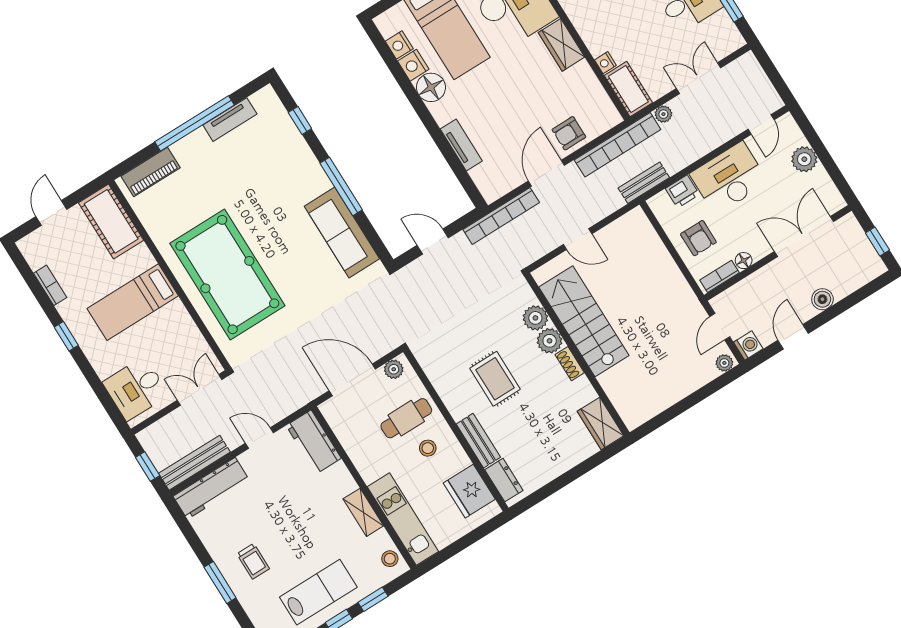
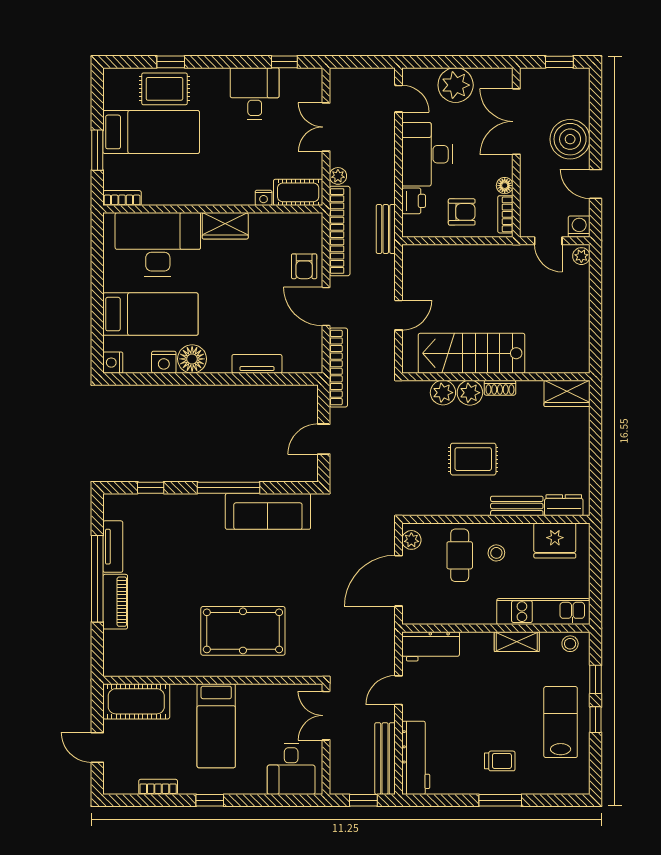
nightstand: (399, 45) -> (113, 363), moved, turned 90
plant: (804, 159) -> (456, 85), width x1.36, depth x1.36
piano: (151, 172) -> (115, 602), moved
pool table: (227, 275) -> (243, 631), width x0.73, depth x0.76
boiler: (822, 299) -> (570, 139), width x1.86, depth x1.86

